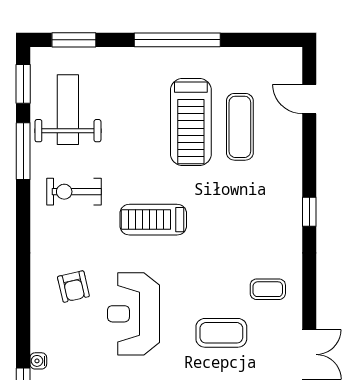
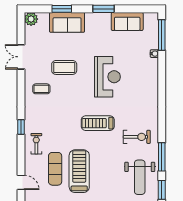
exercise bike: (278, 178) -> (36, 144), added
treadmill: (153, 220) -> (98, 123), turned 180
armchair: (73, 287) -> (137, 90), removed

